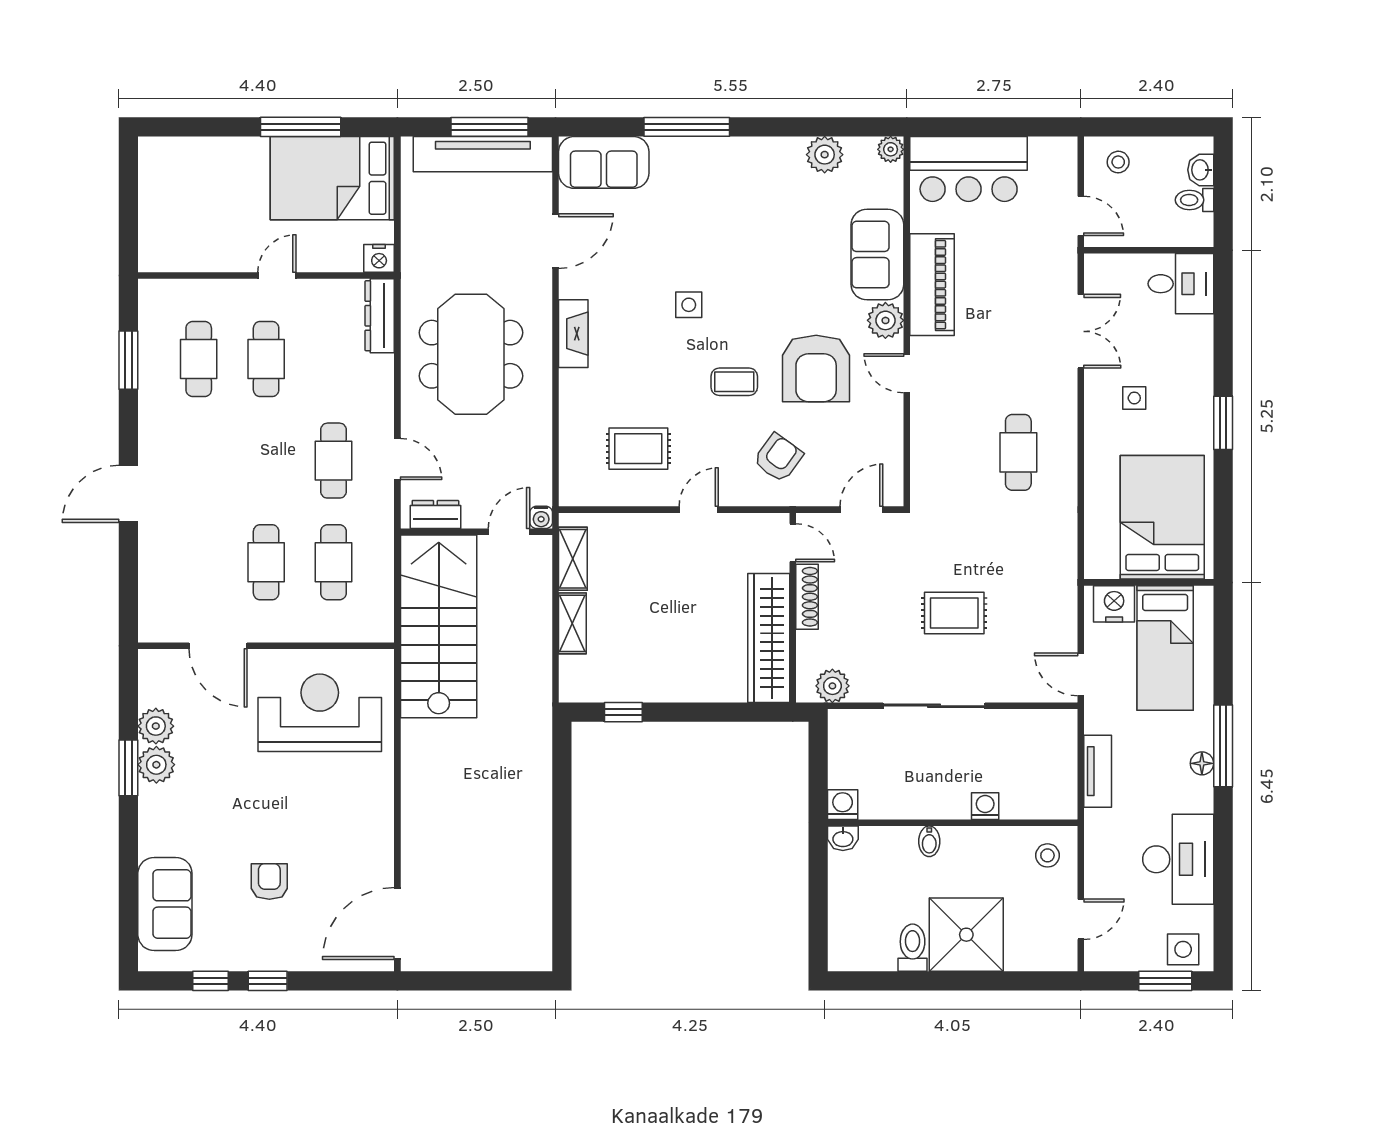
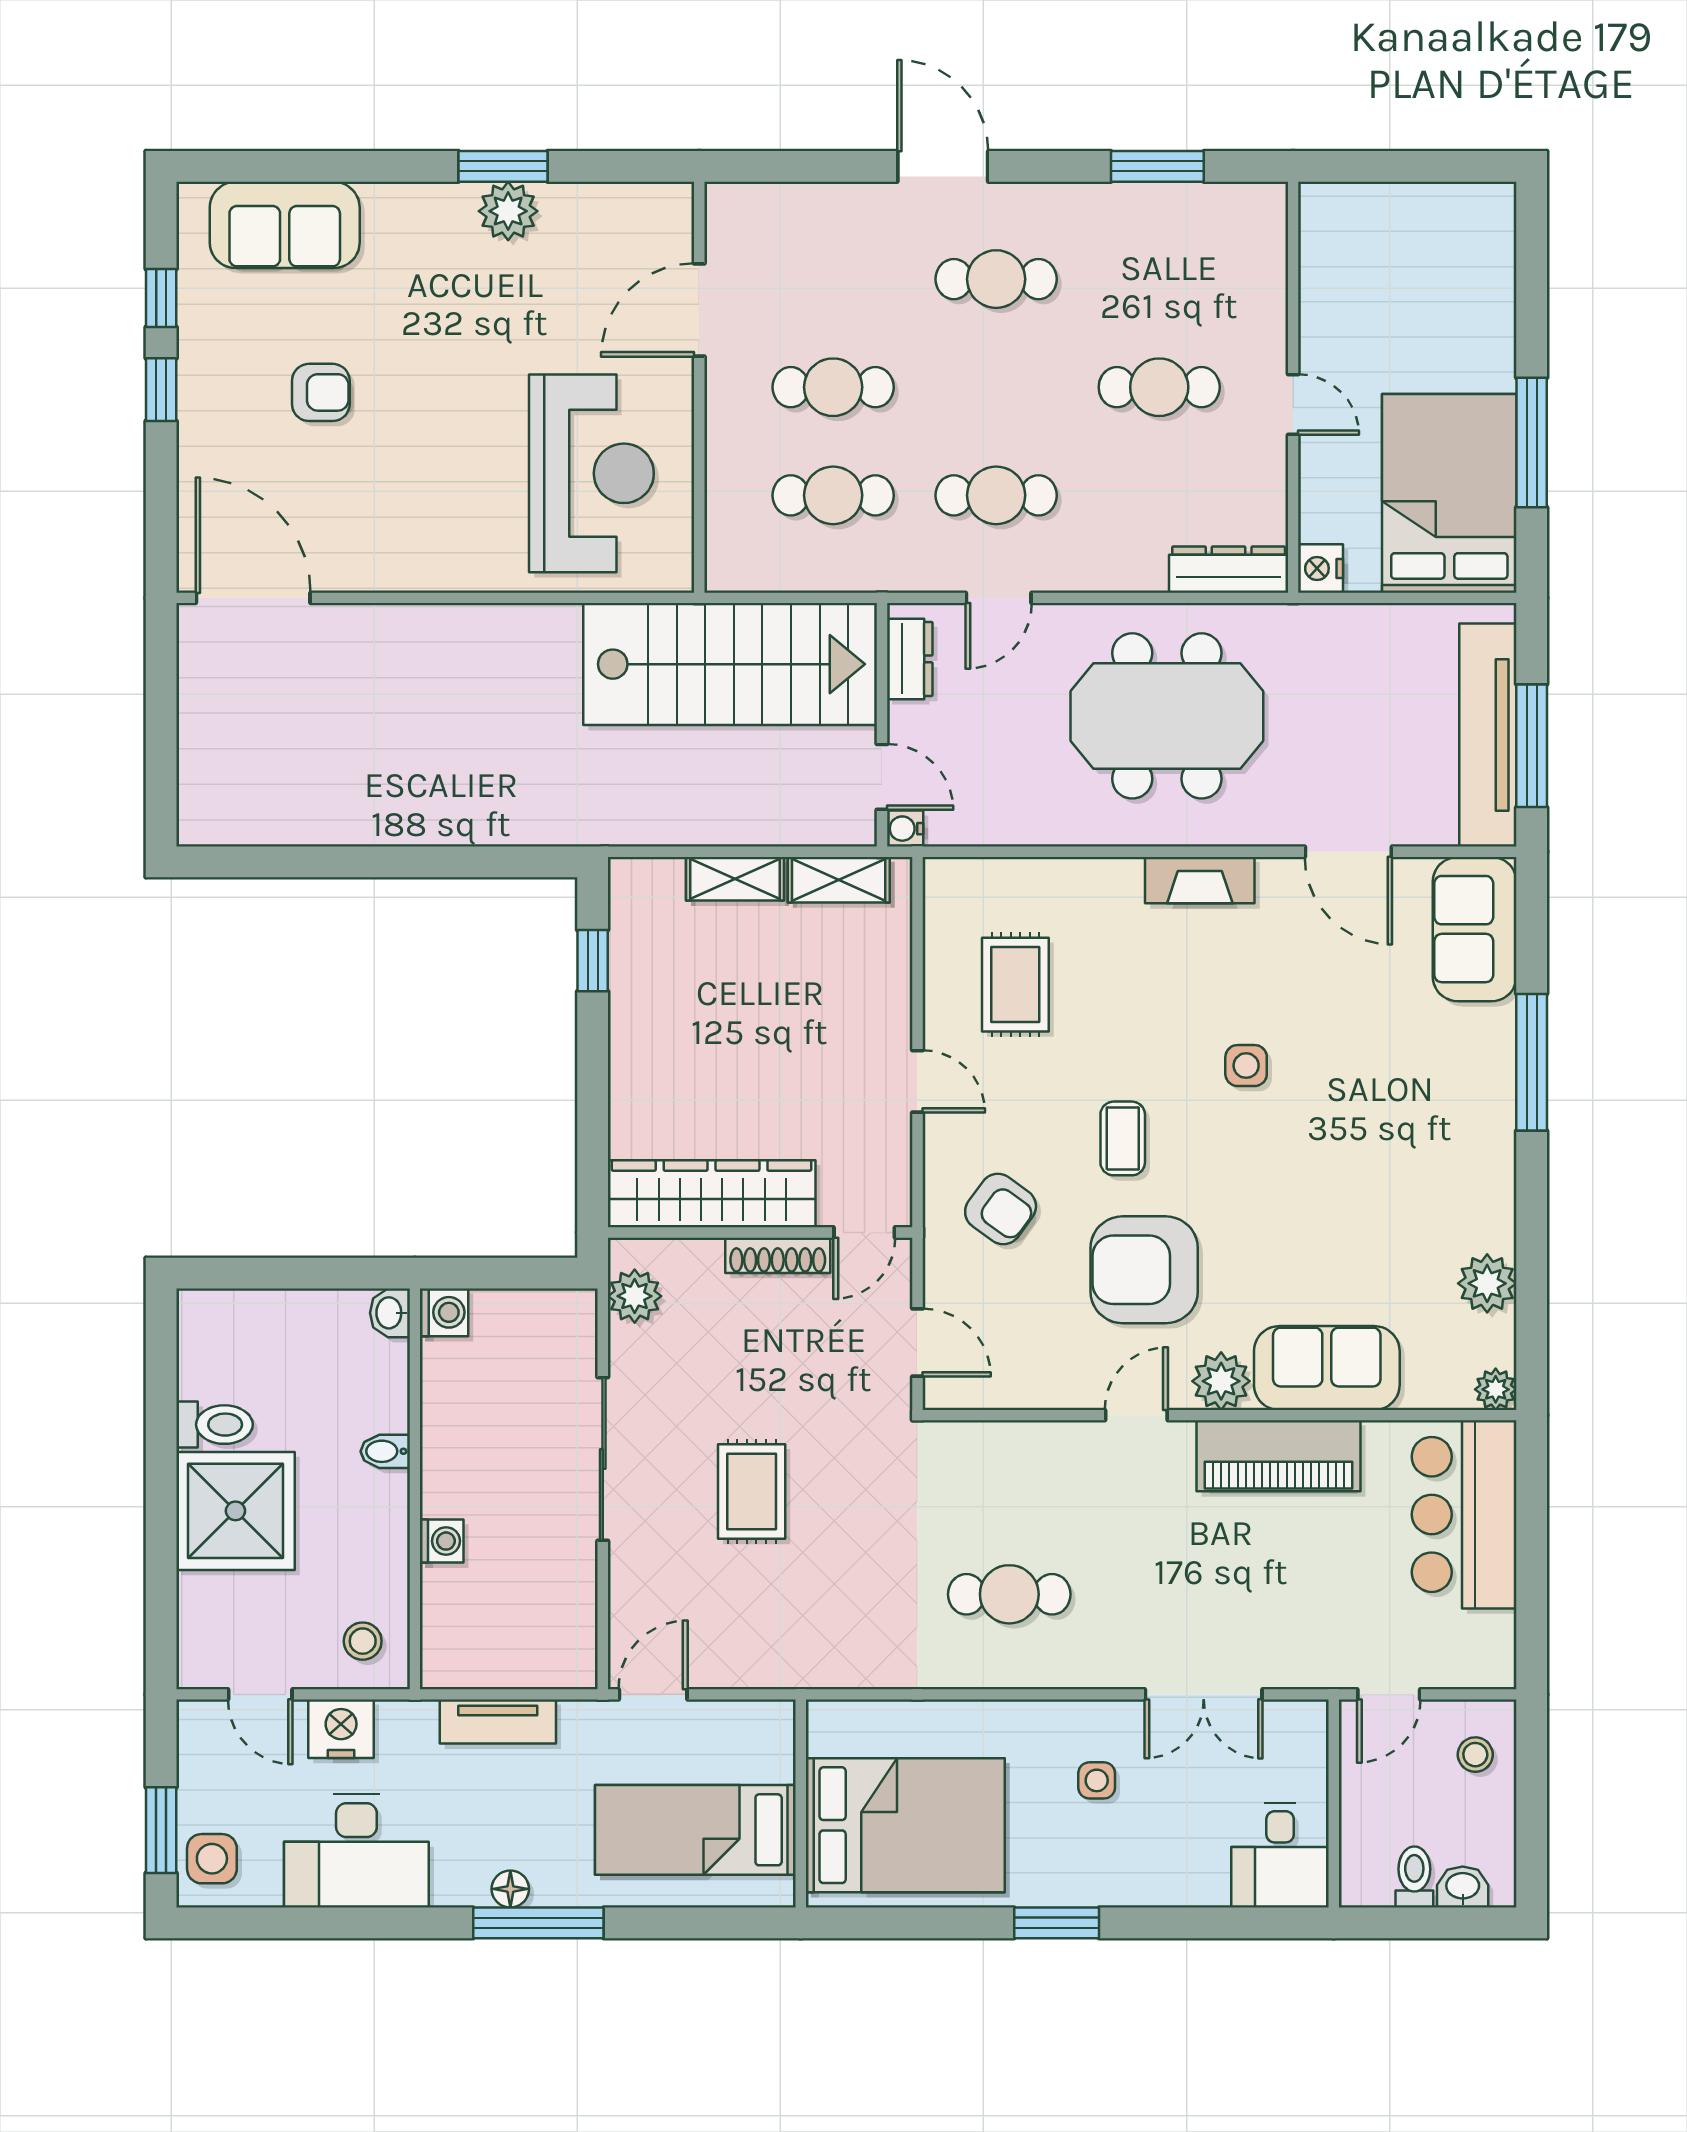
cafe table: (199, 359) -> (996, 279), moved
nightstand: (1114, 604) -> (341, 1729), moved, turned -90
plant: (156, 726) -> (570, 210), removed

